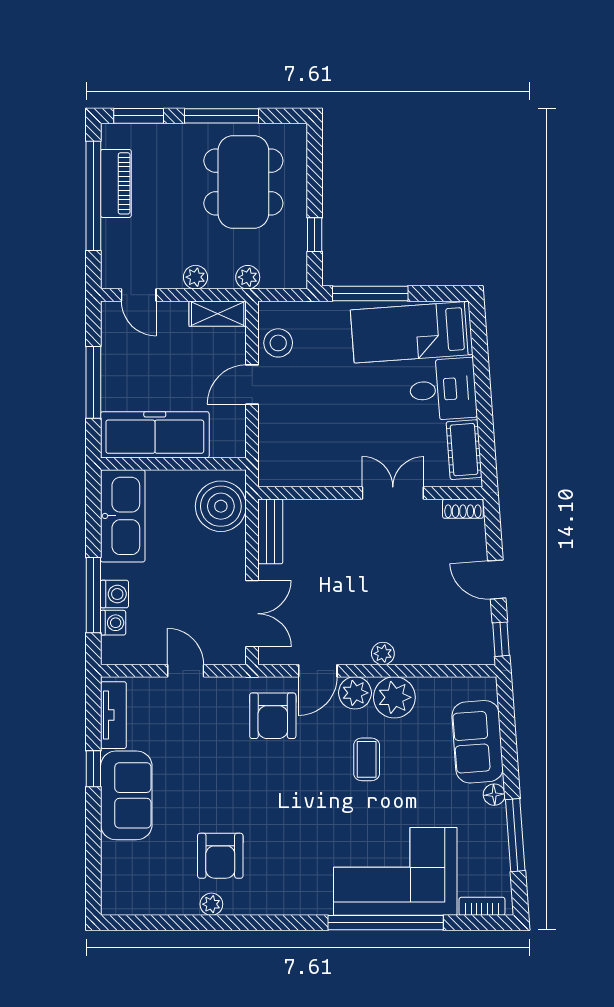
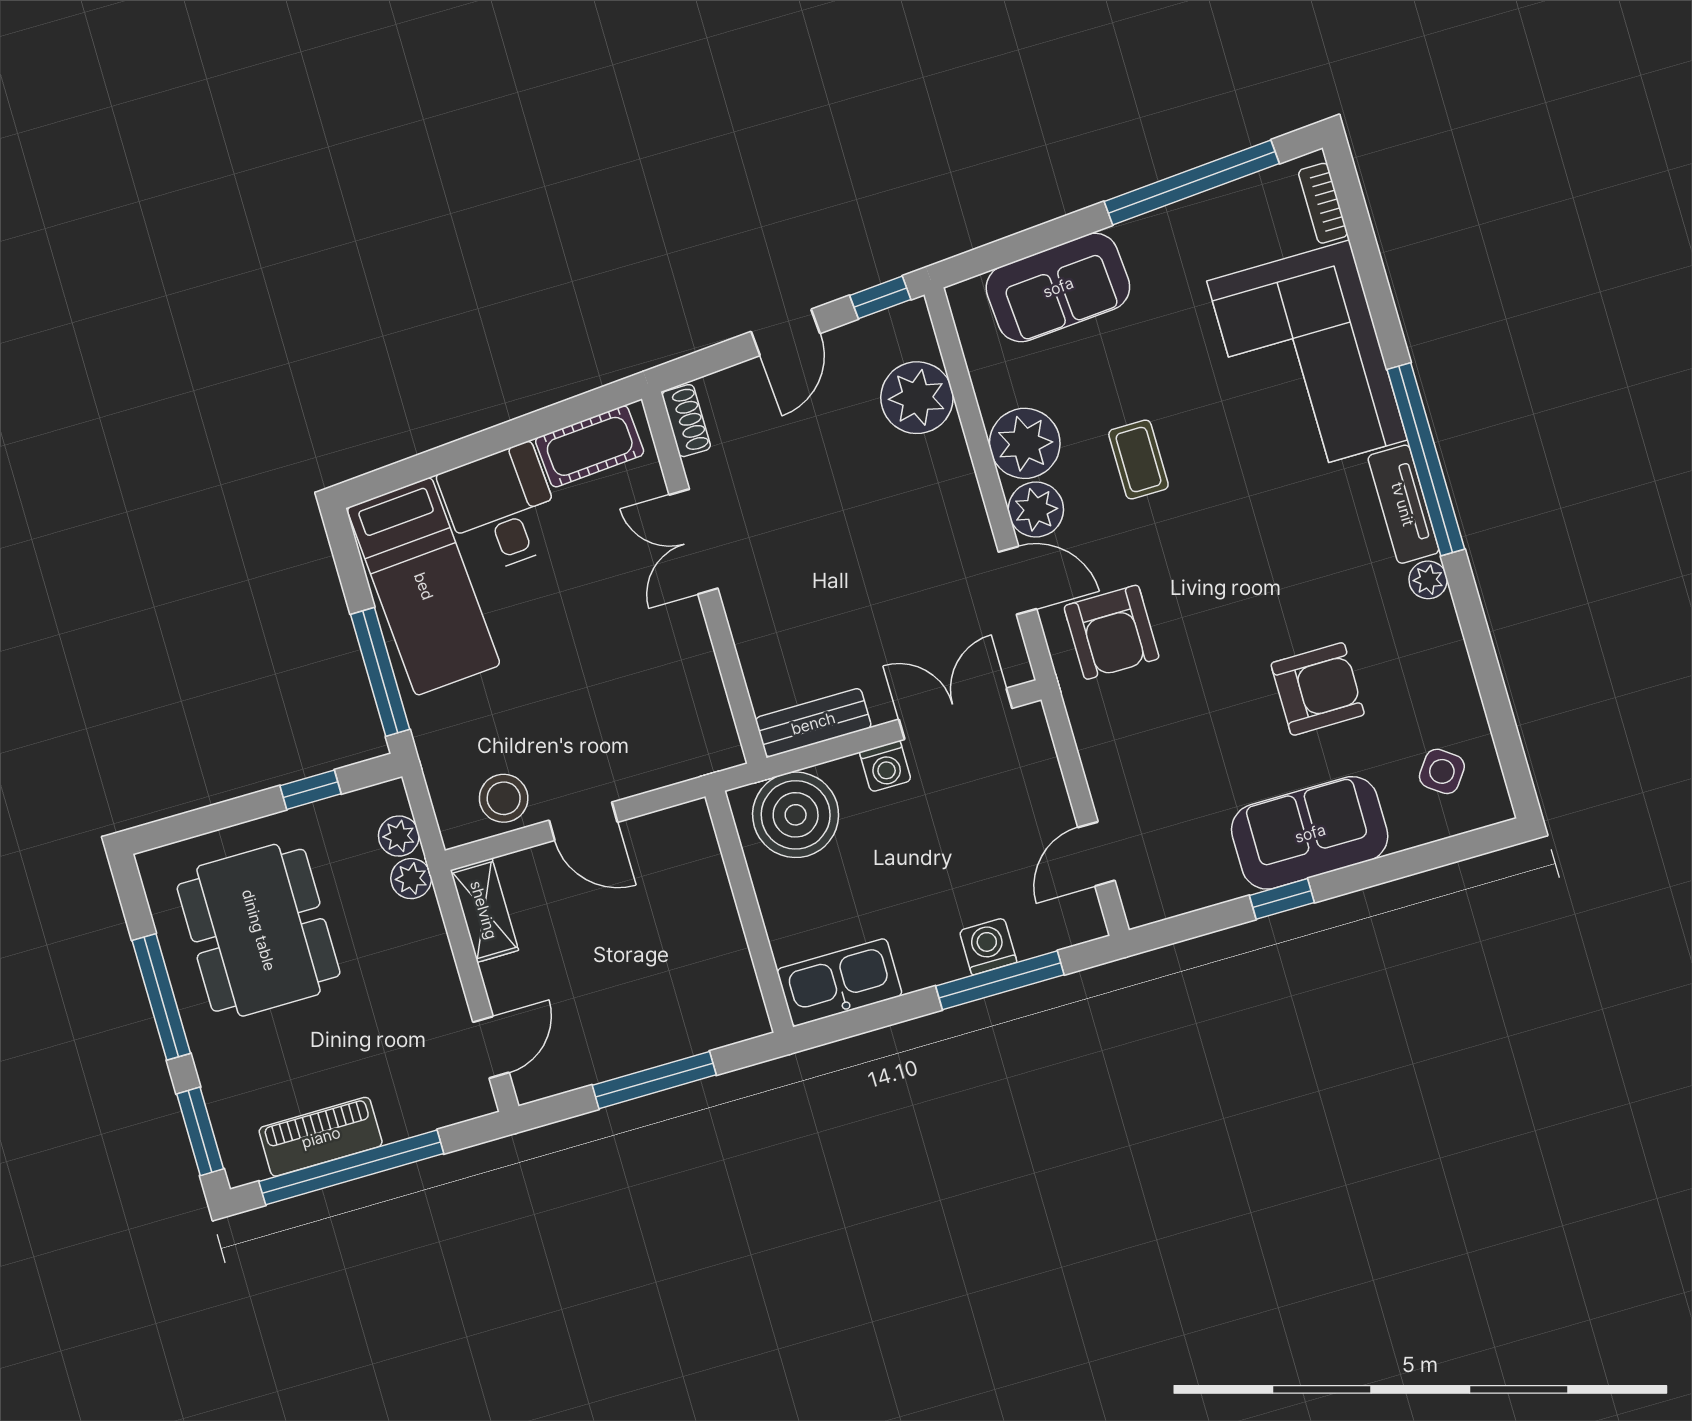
dining table: (243, 182) -> (259, 930), turned 90
plant: (195, 277) -> (399, 836), moved
freezer: (155, 435) -> (711, 956), removed
kitchen sink: (123, 516) -> (839, 982), width x0.73, depth x0.81
washing machine: (113, 623) -> (885, 766), moved, turned 180
plant: (383, 654) -> (917, 398), moved, width x1.88, depth x1.88
door: (186, 671) -> (1096, 854), moved
tv unit: (113, 715) -> (1403, 504), moved, turned -90
armchair: (273, 716) -> (1112, 632), turned 90
coffee table: (367, 759) -> (1138, 460), turned 90
floor lamp: (494, 795) -> (1136, 236), removed
window: (515, 835) -> (1192, 183), width x1.46
armchair: (220, 856) -> (1318, 689), moved
side table: (140, 881) -> (1442, 771), added
plant: (211, 904) -> (1428, 580), moved
window: (386, 923) -> (1426, 459), moved

